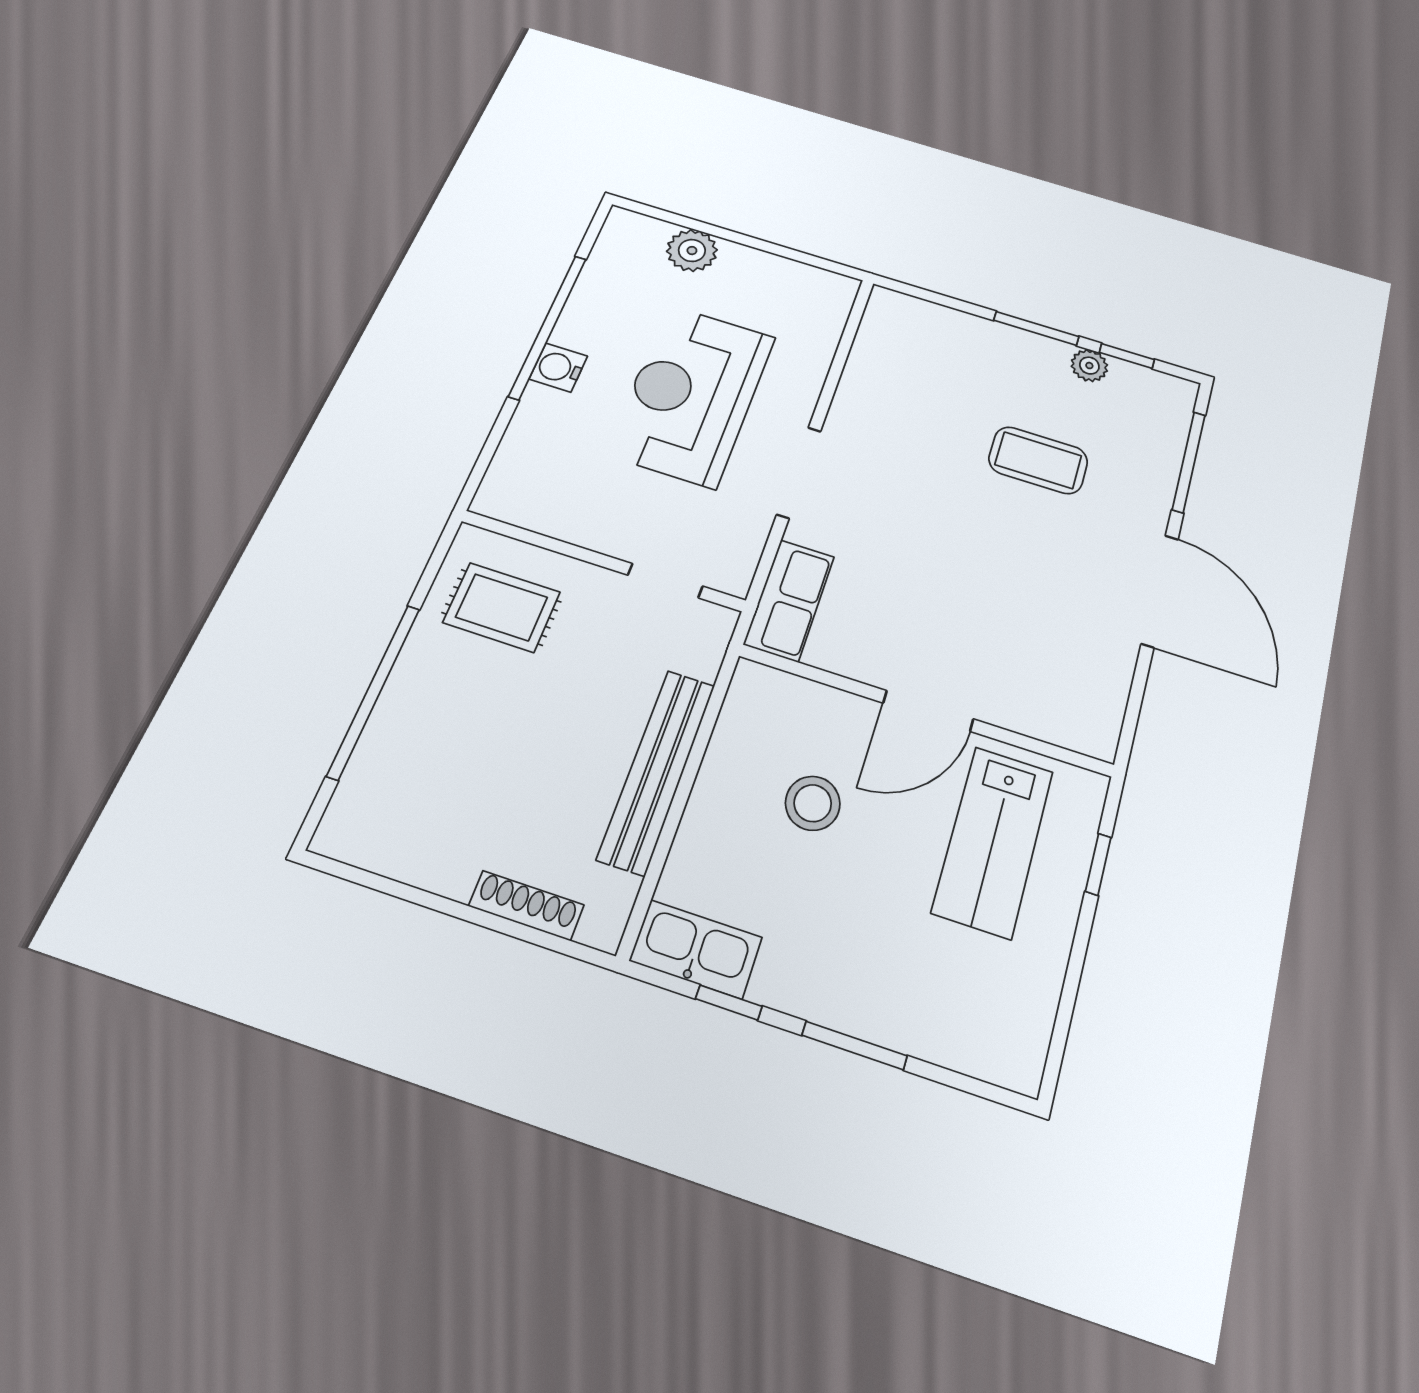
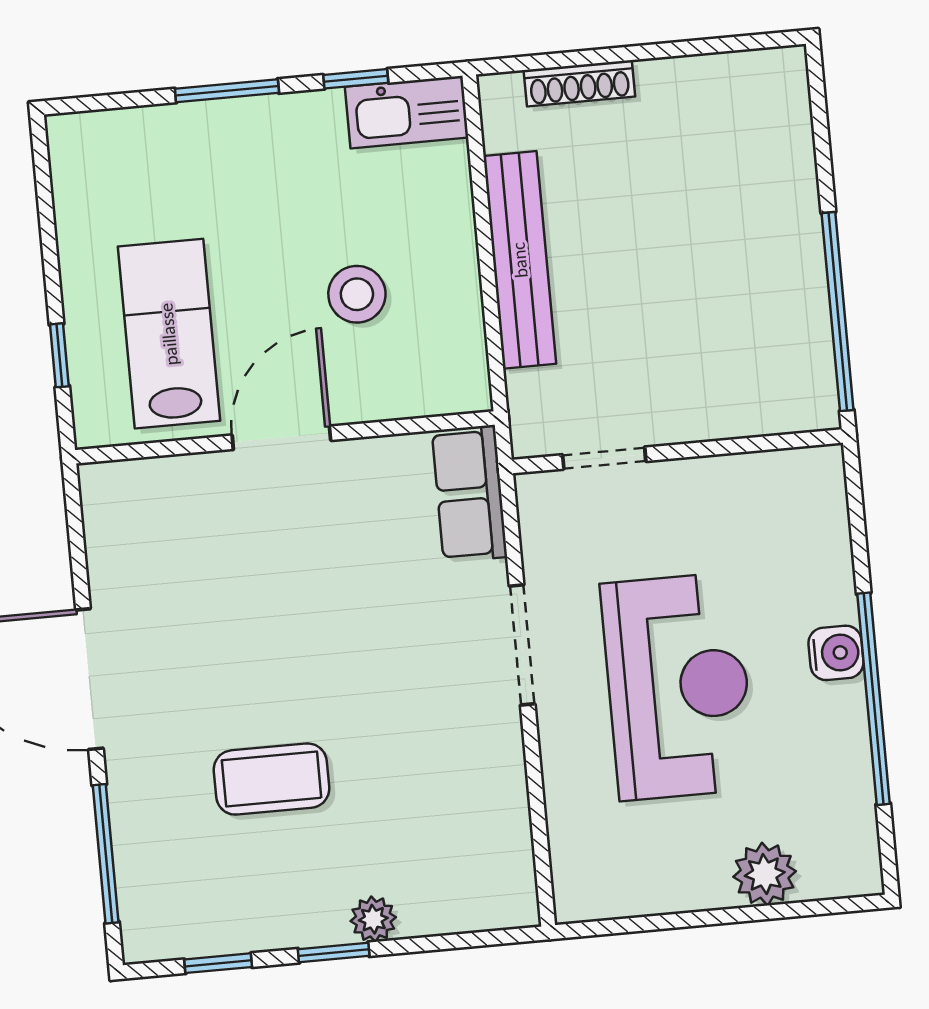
window: (1036, 328) -> (334, 953), width x0.67
plant: (1089, 366) -> (373, 919), moved
rug: (502, 607) -> (752, 356), removed
window: (374, 691) -> (838, 312), moved

